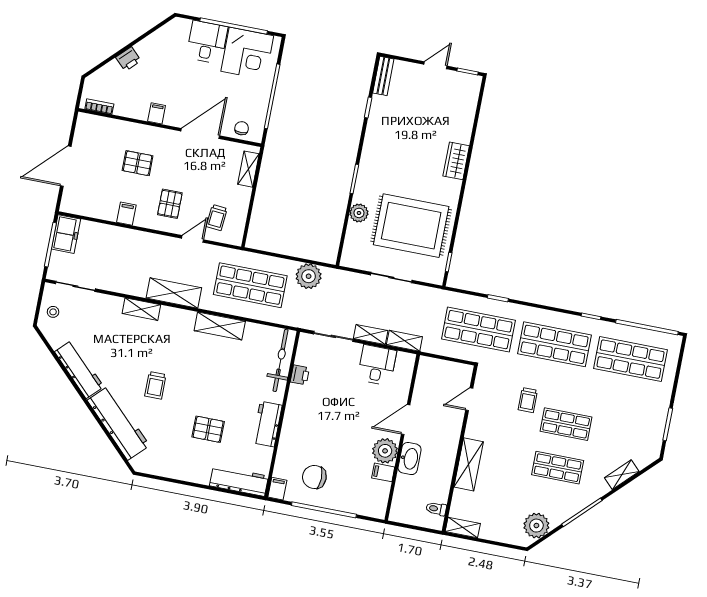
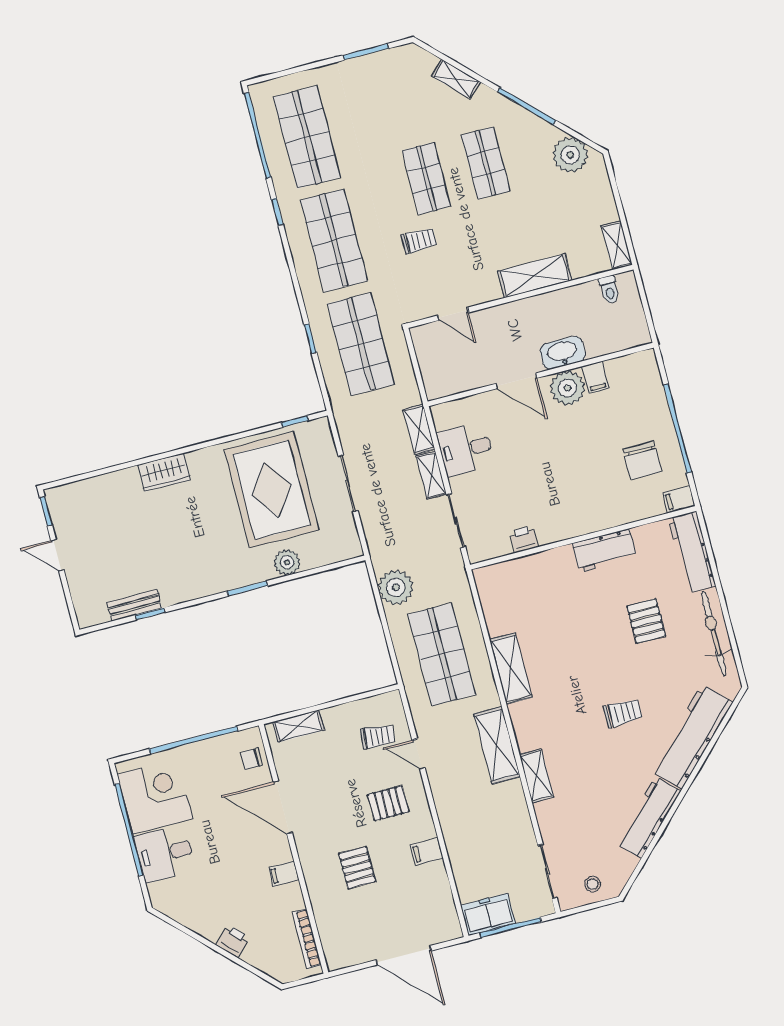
bench: (383, 76) -> (134, 605), moved
bookcase: (99, 107) -> (307, 939), width x1.56
bicycle: (280, 360) -> (714, 633), moved, turned 90

